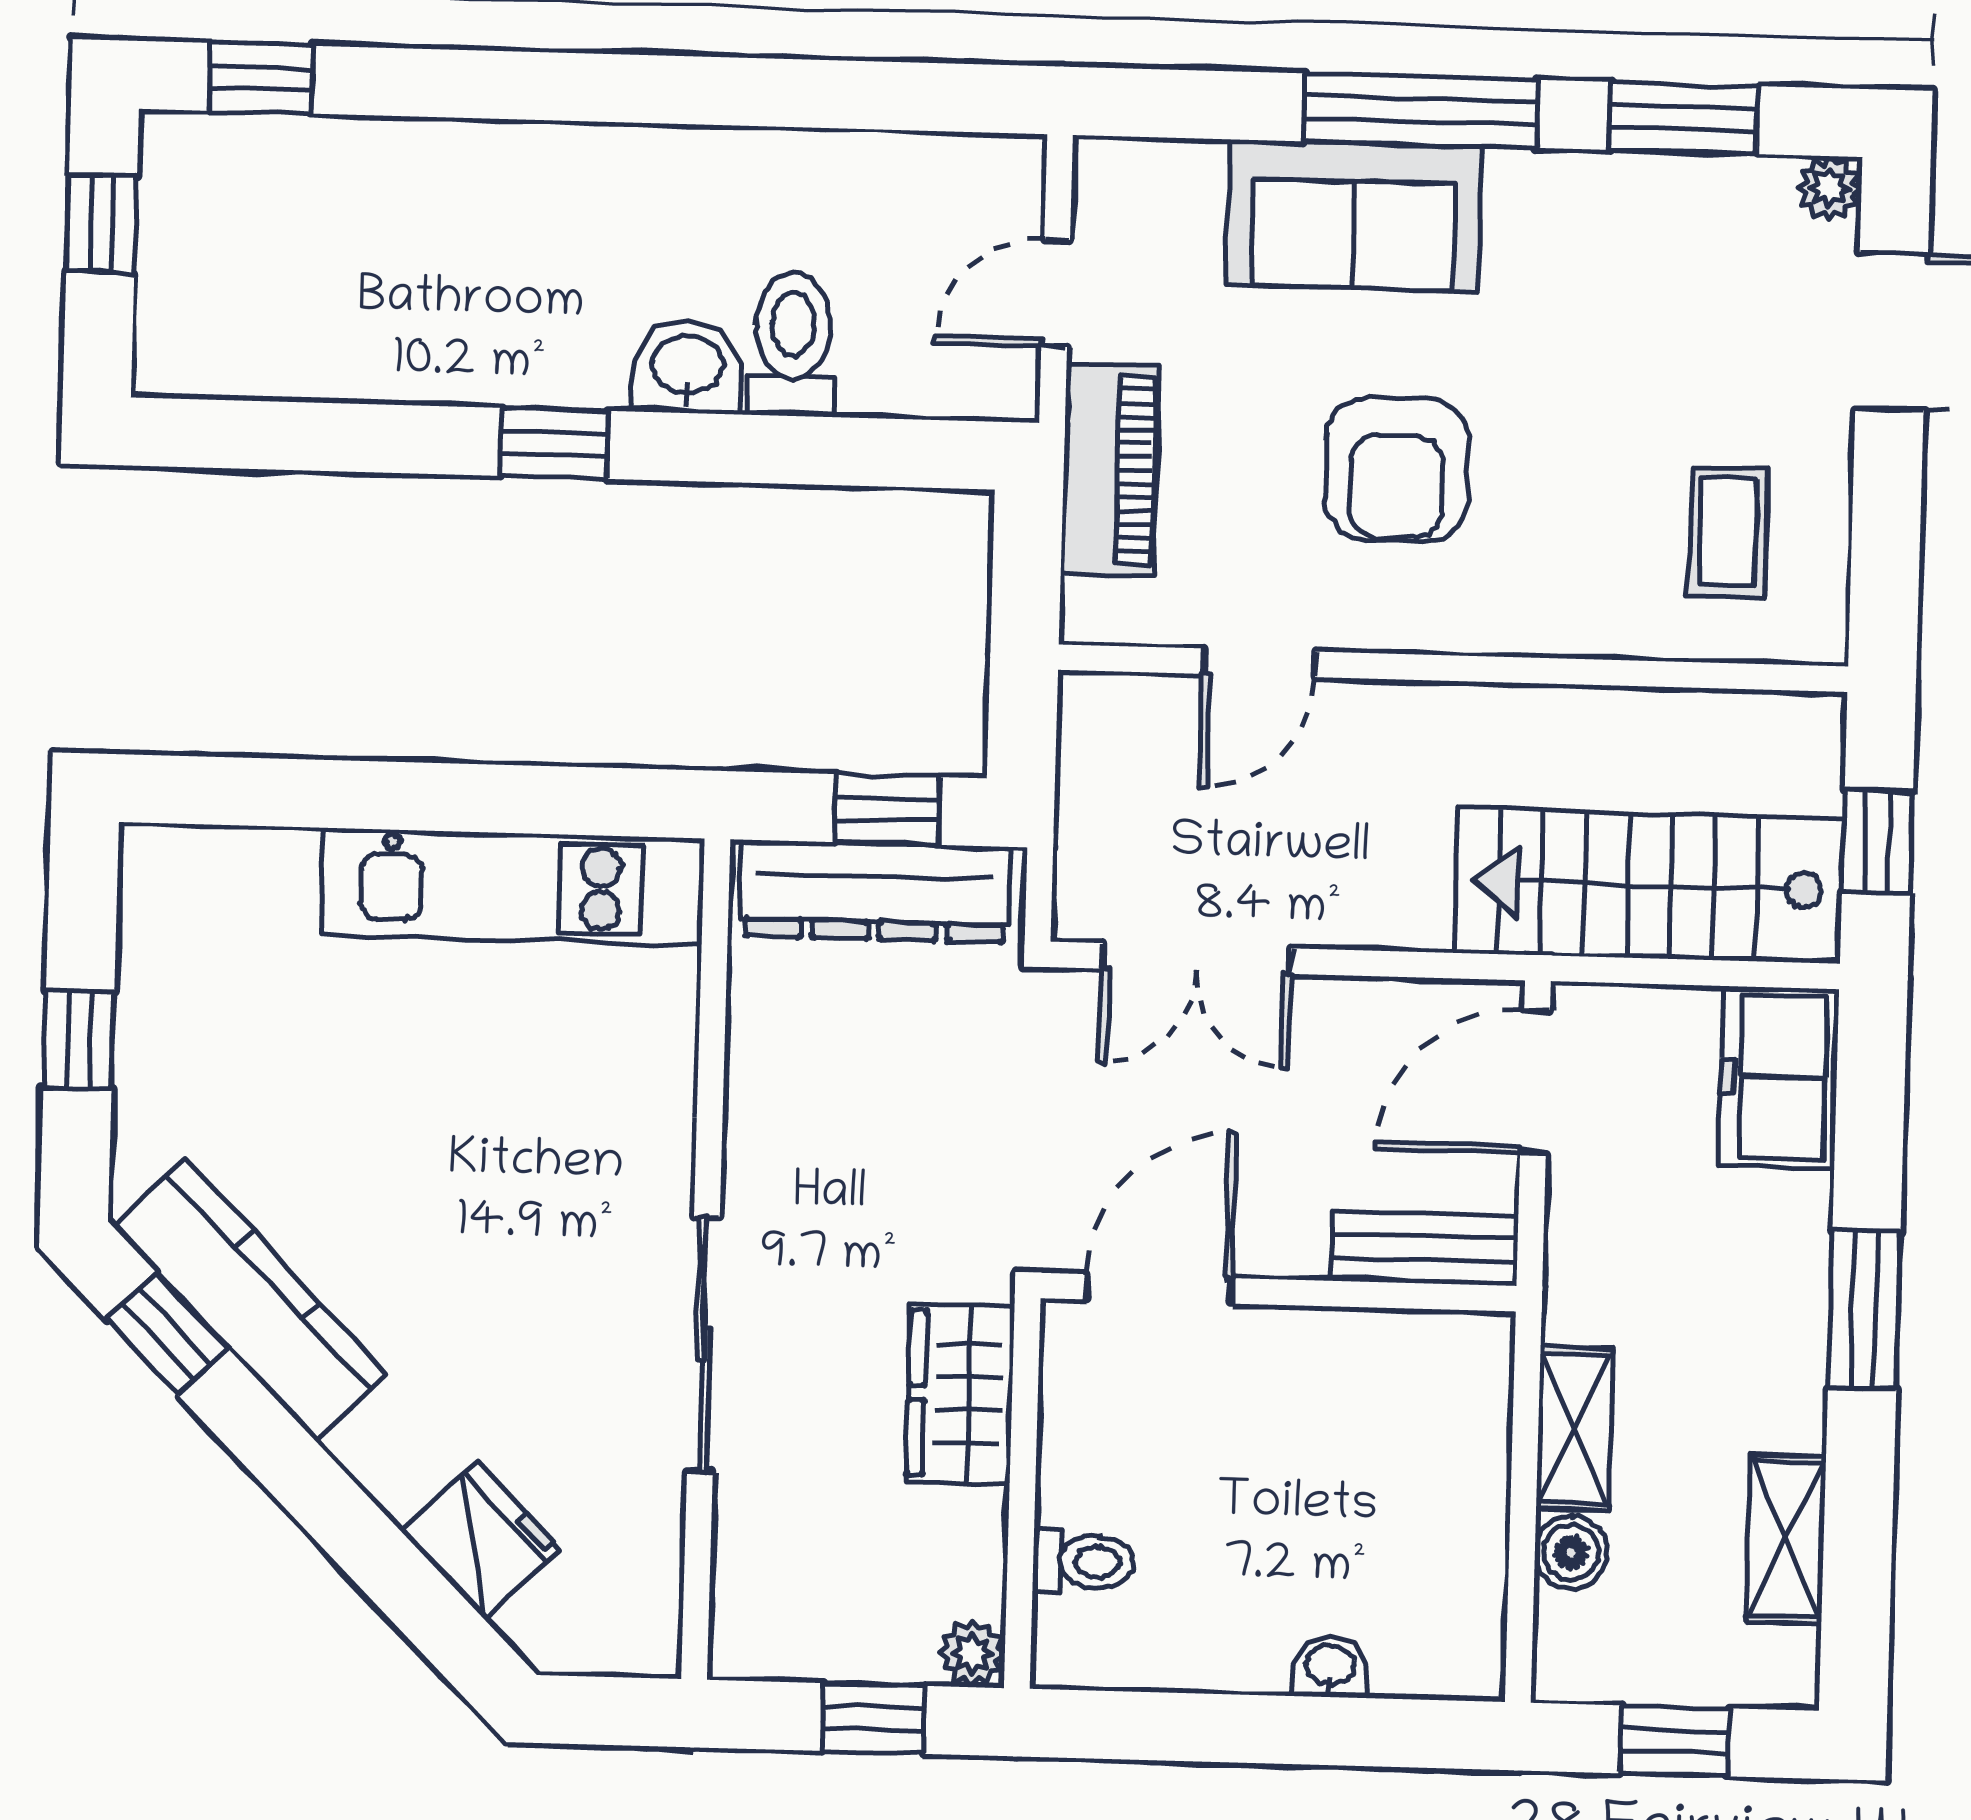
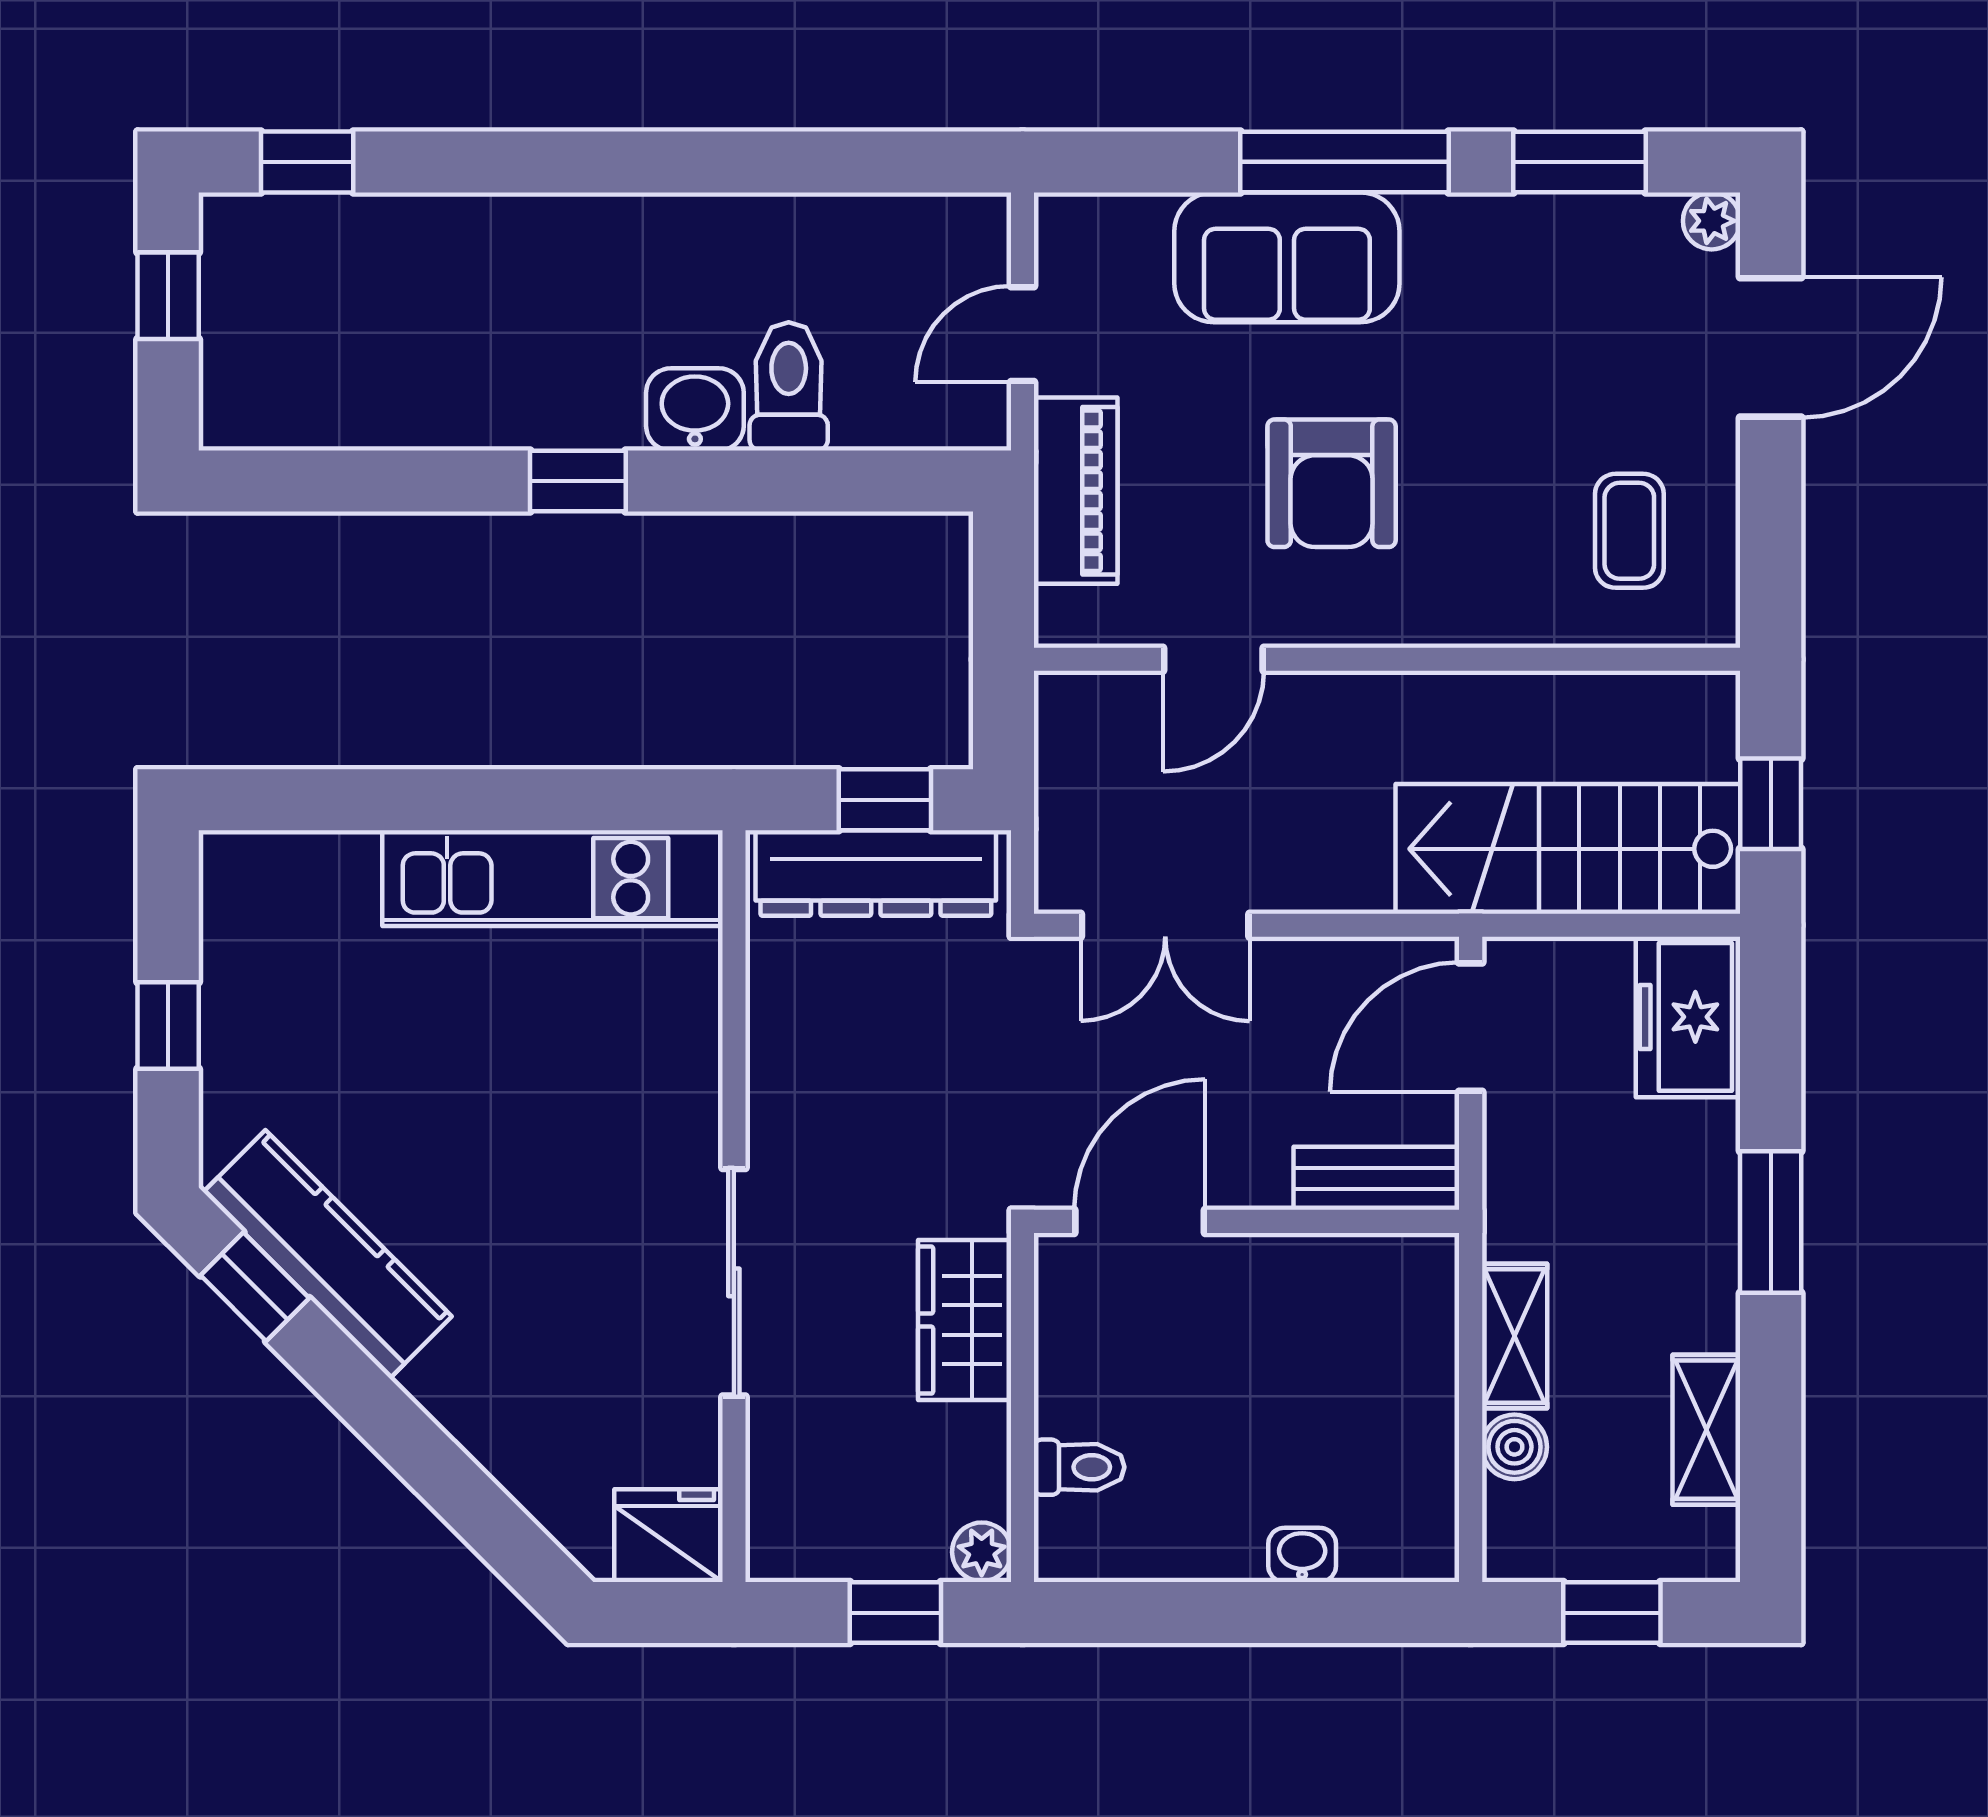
fridge: (480, 1540) -> (669, 1536), moved, turned -45

